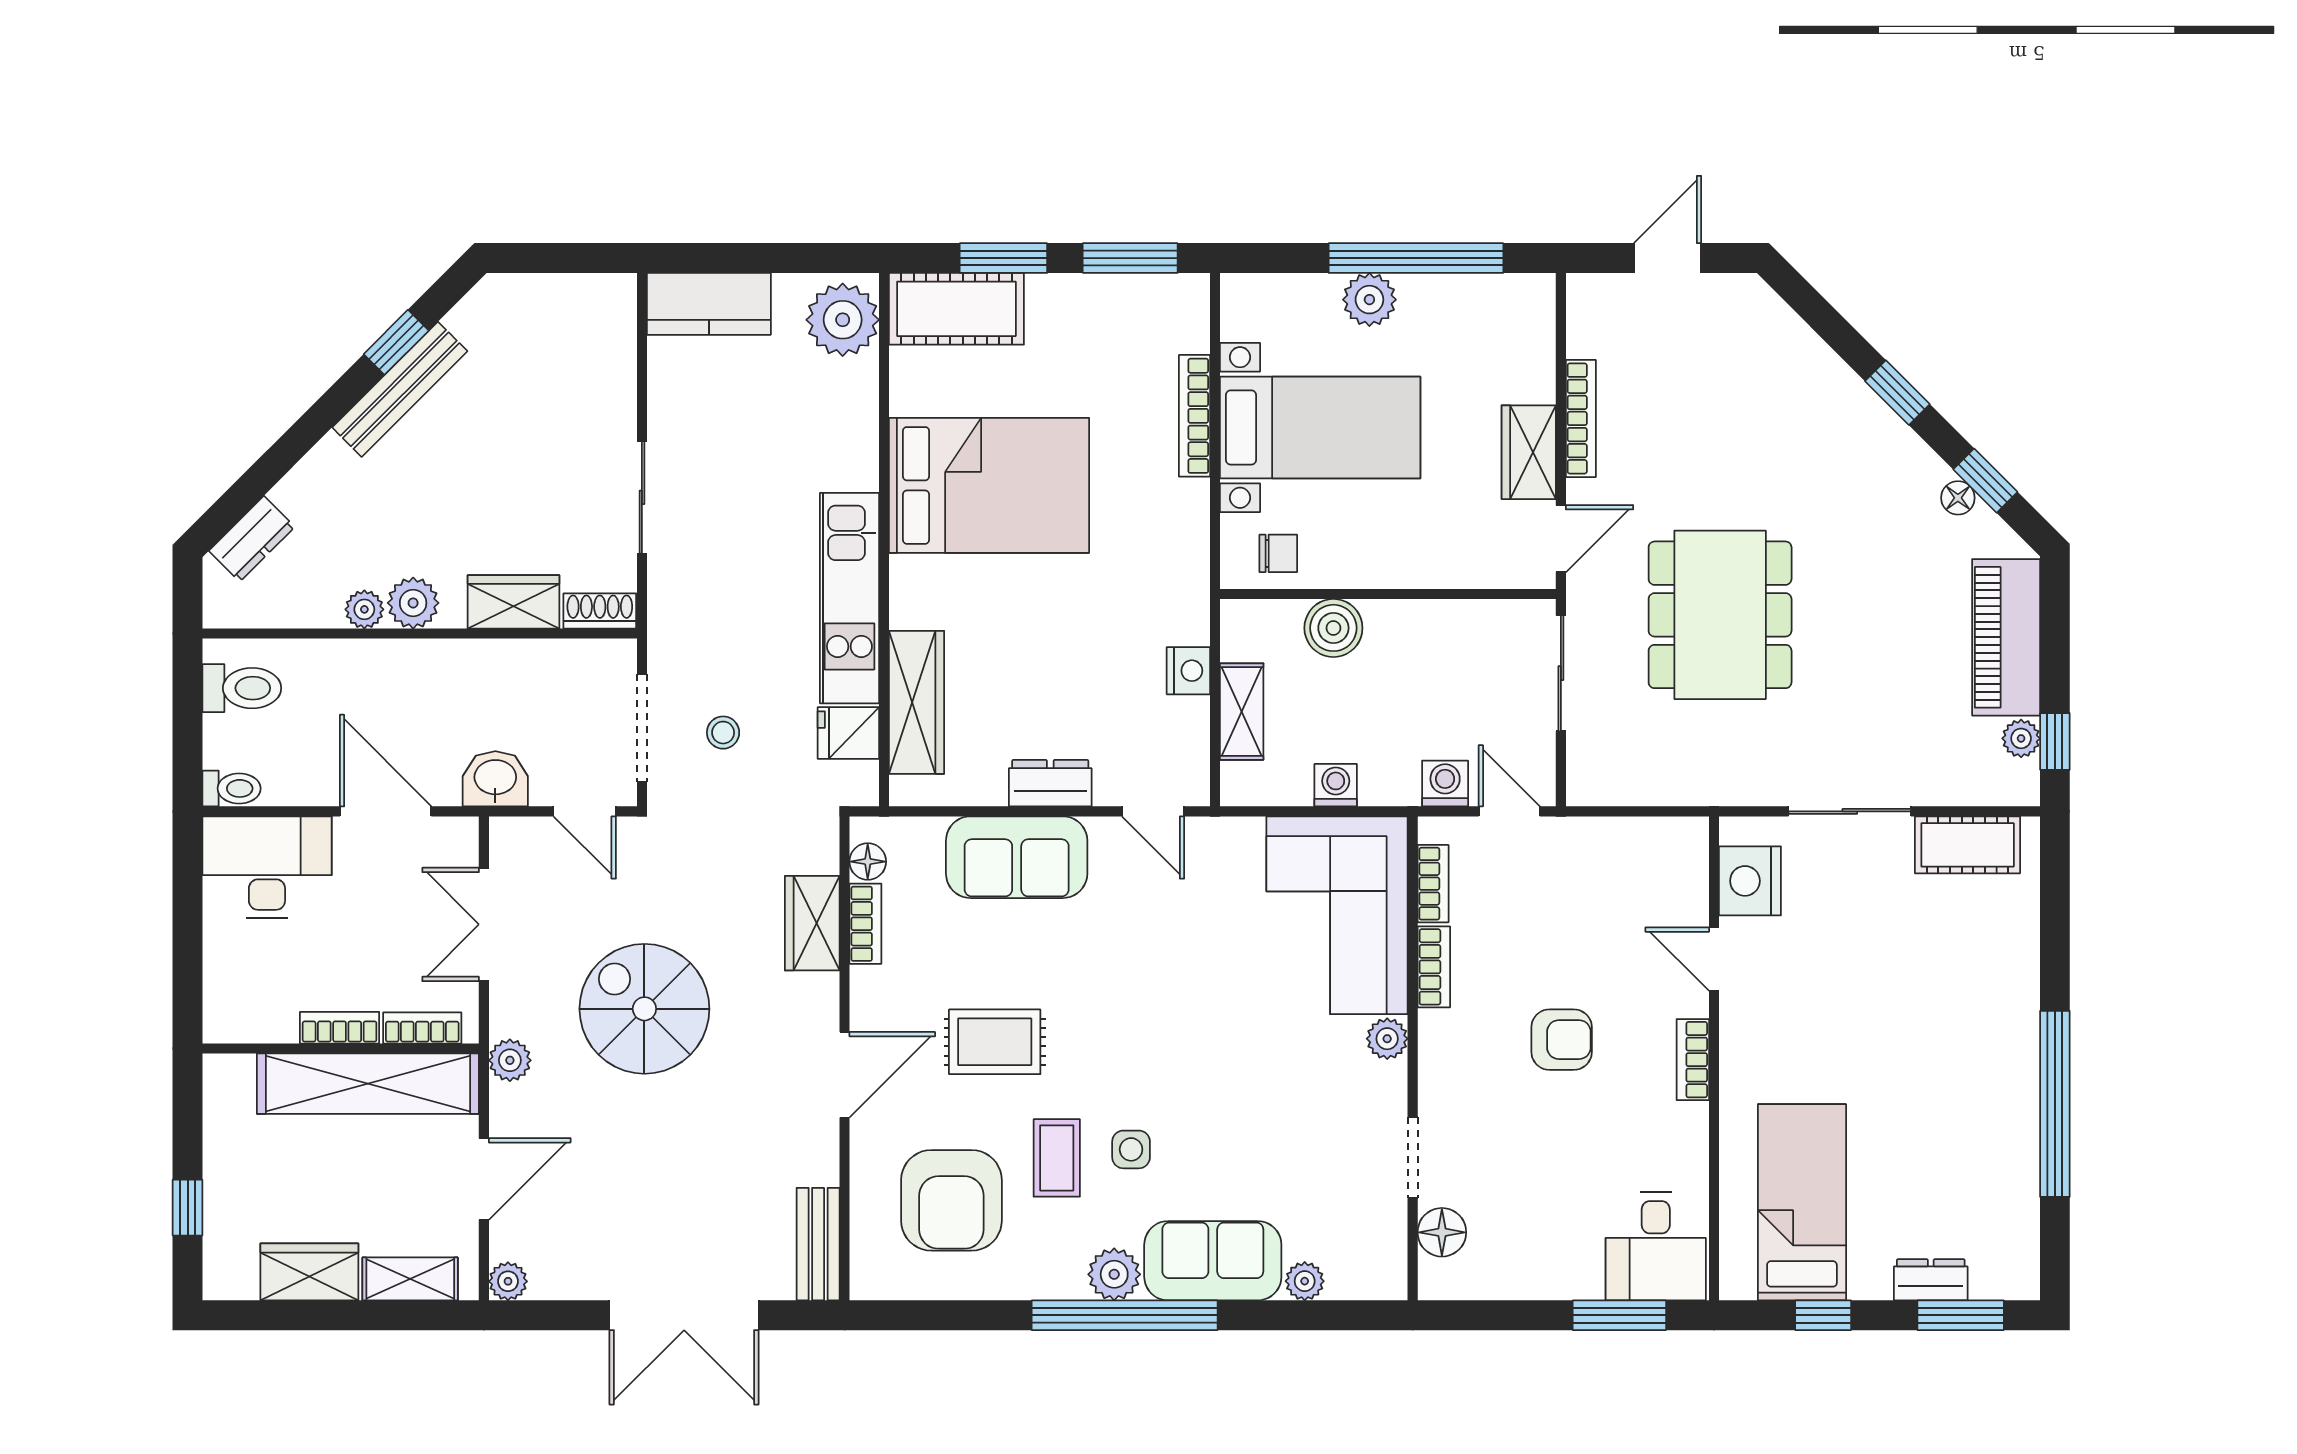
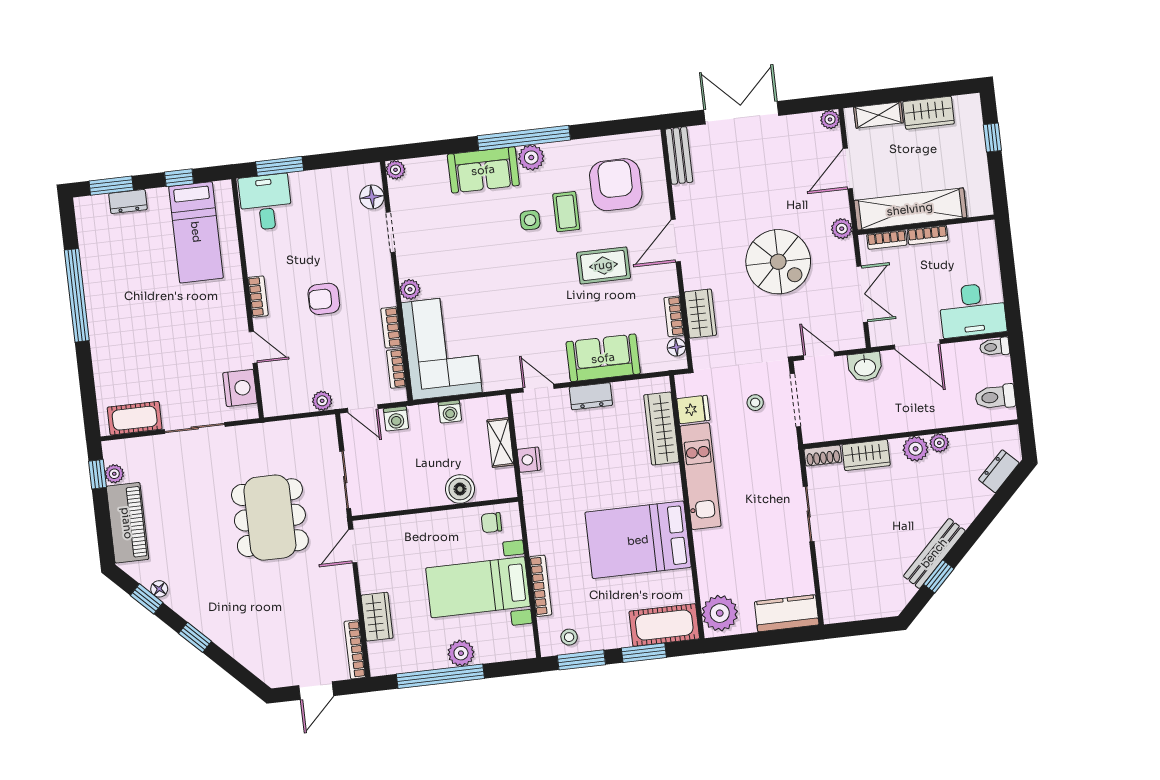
stool: (1149, 307) -> (569, 637), added
bookcase: (1581, 418) -> (355, 649), moved
wardrobe: (1529, 452) -> (377, 617), moved
plant: (1589, 836) -> (322, 401), added
plant: (1305, 1281) -> (396, 170), moved

